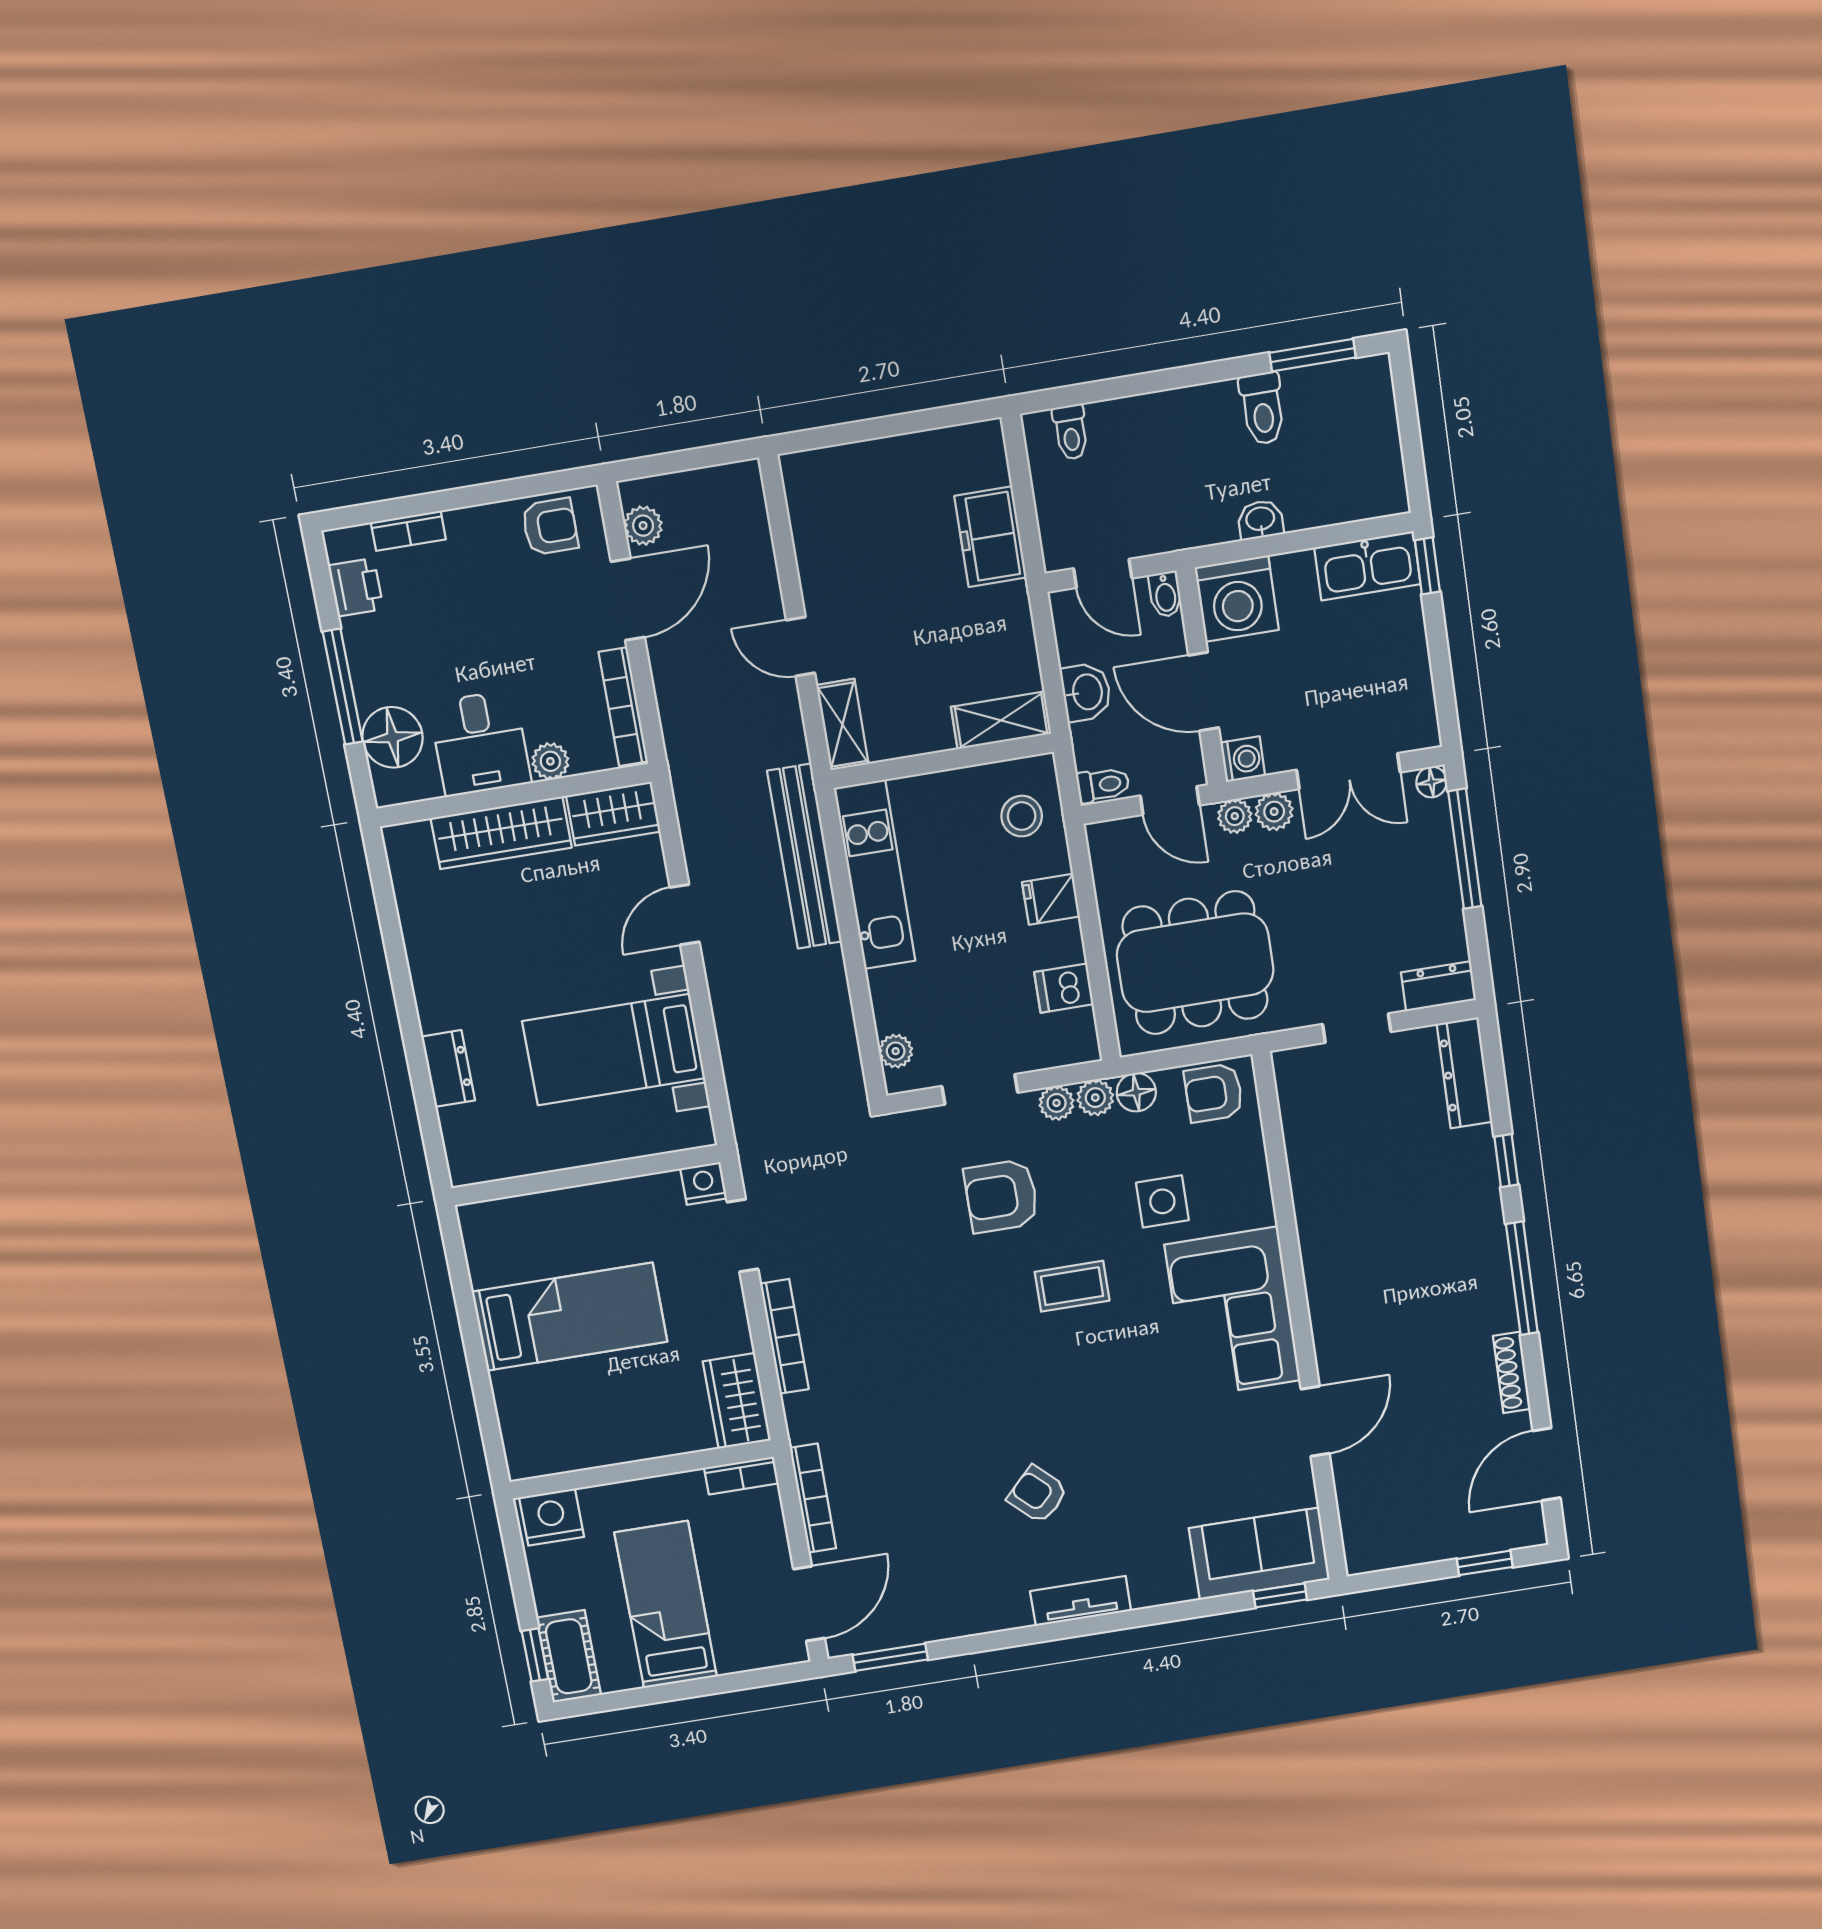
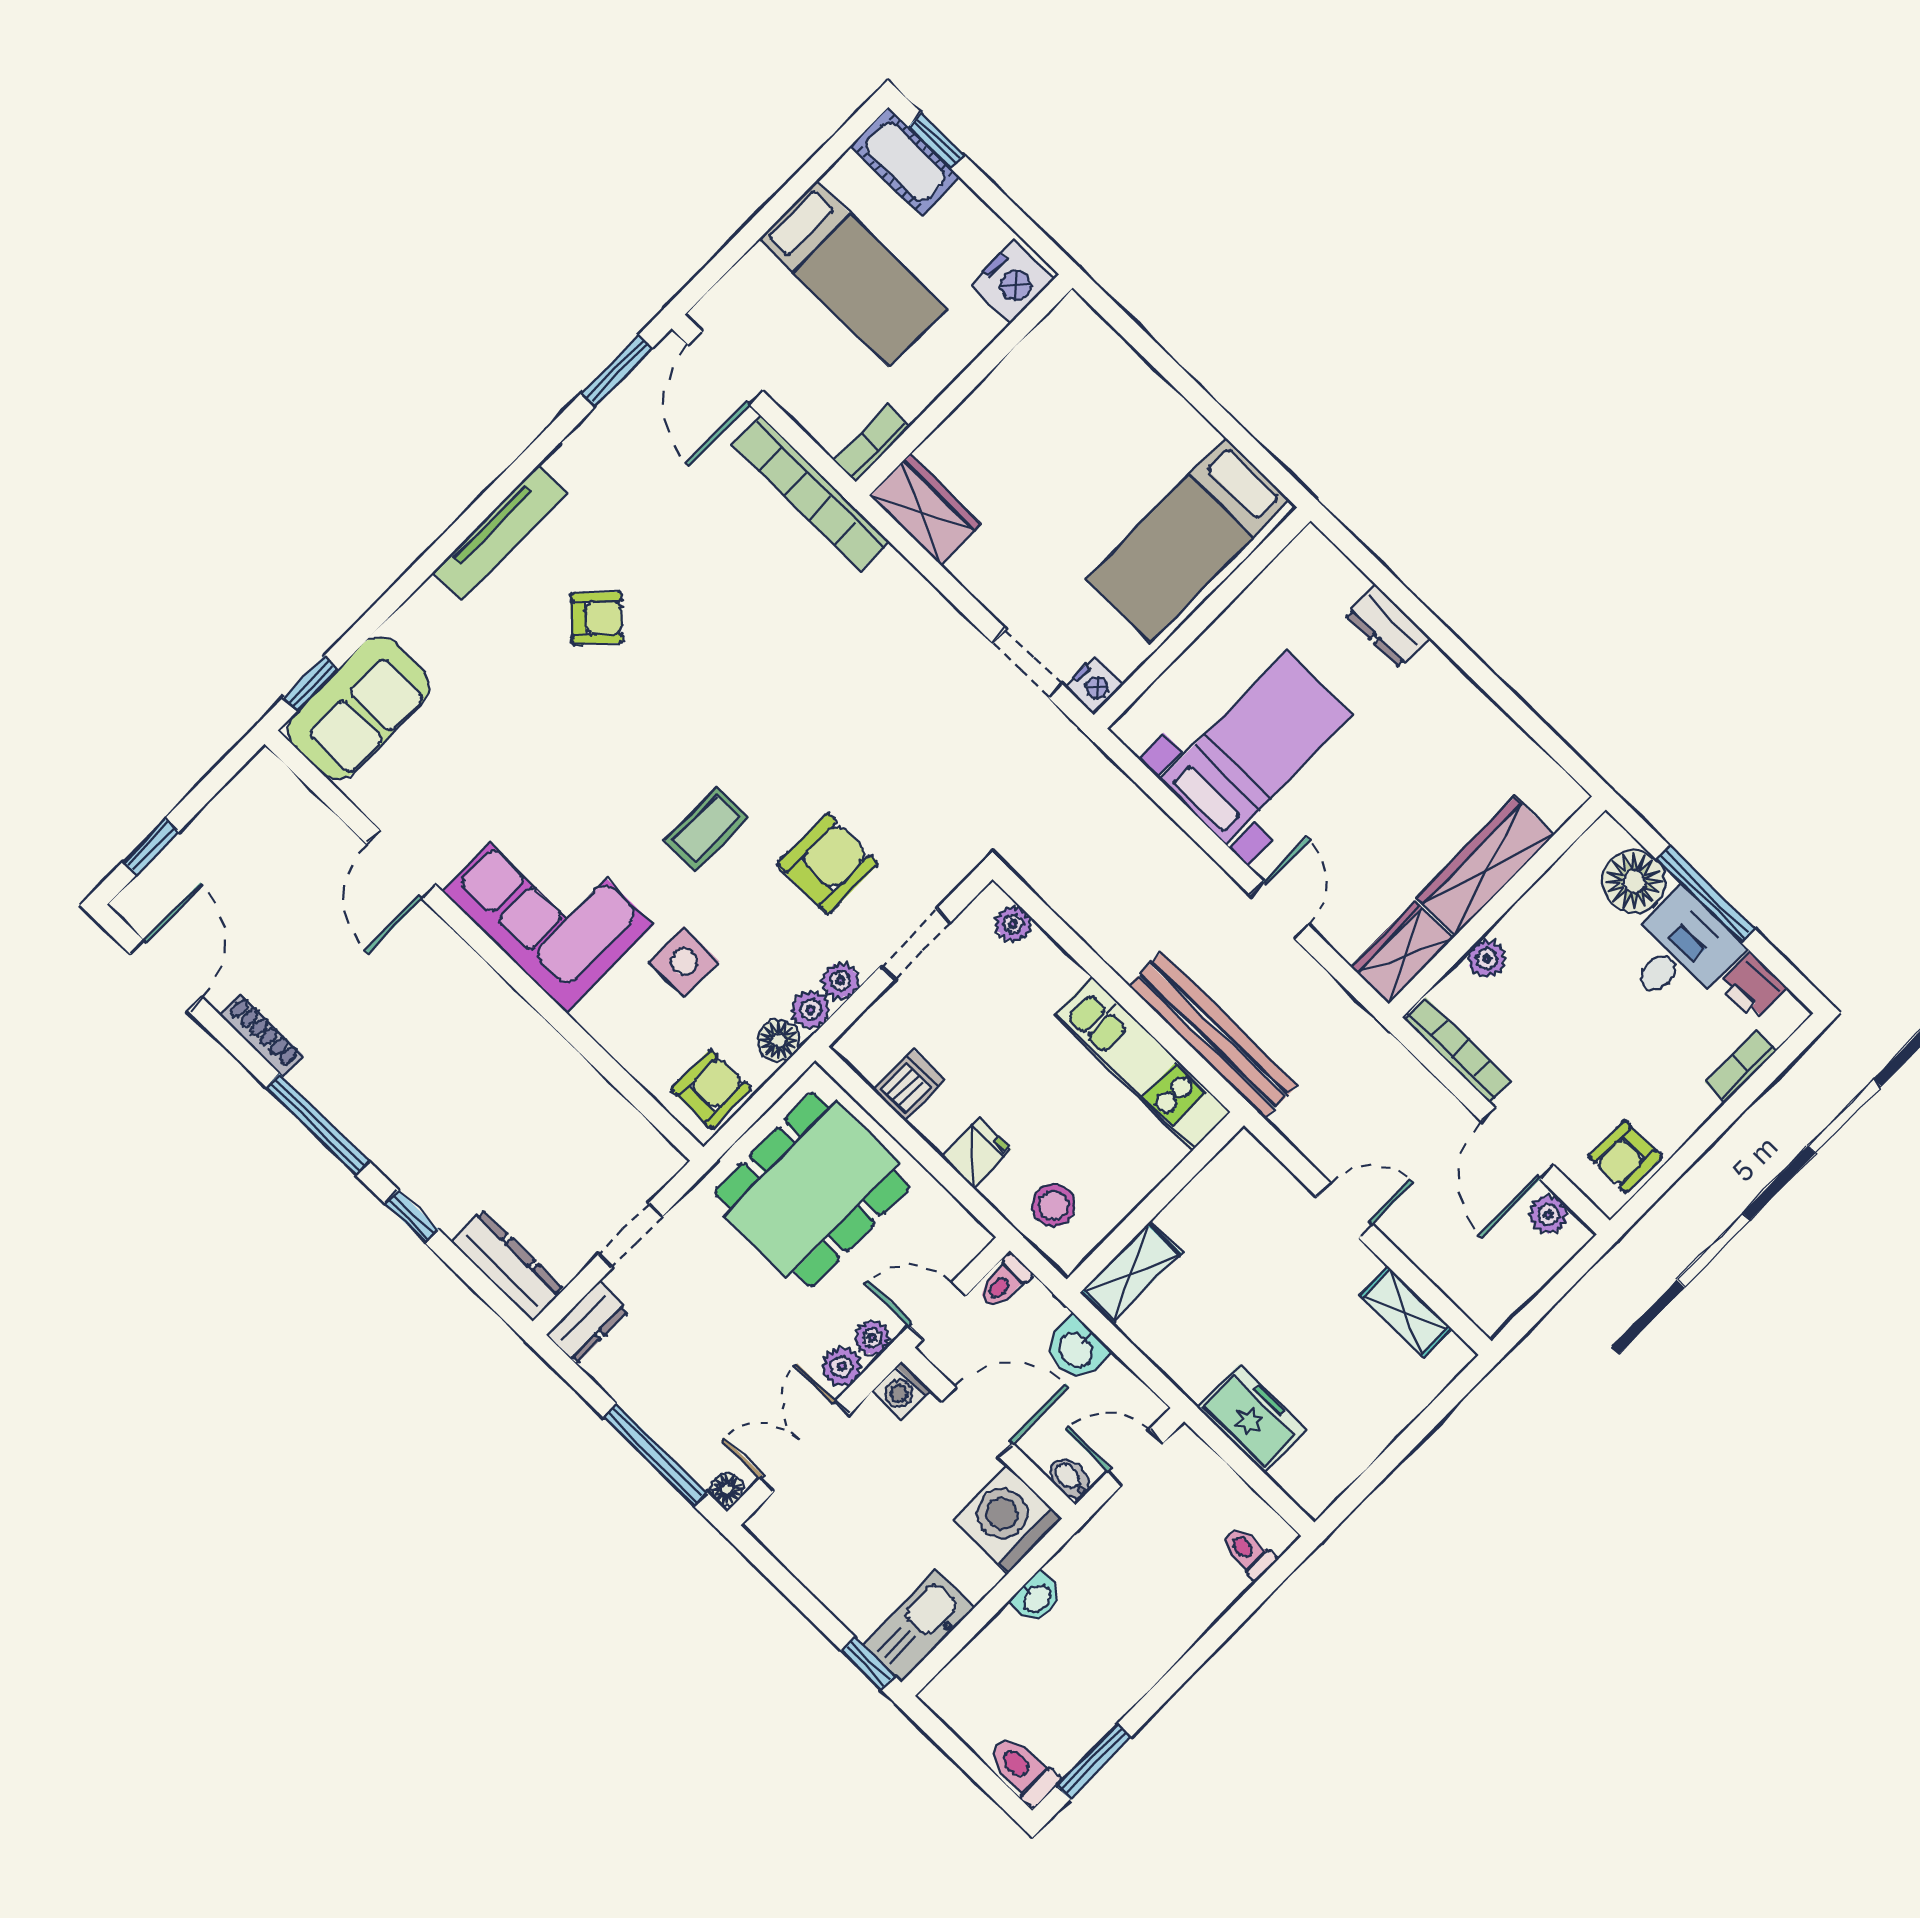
toilet: (1262, 408) -> (1023, 1770), moved
shelving: (842, 725) -> (1406, 1312), moved
desk: (480, 743) -> (1679, 951), moved, turned 90
bed: (570, 1317) -> (1188, 540), moved
bookcase: (784, 1336) -> (925, 599), removed
bookcase: (813, 1498) -> (811, 493), width x1.48, depth x1.31
tv unit: (1081, 1601) -> (500, 532), width x1.41

